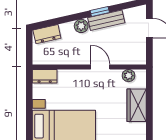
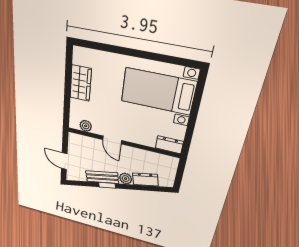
dresser: (47, 34) -> (145, 179), moved
wardrobe: (137, 105) -> (81, 83), moved

